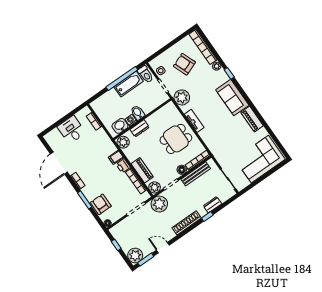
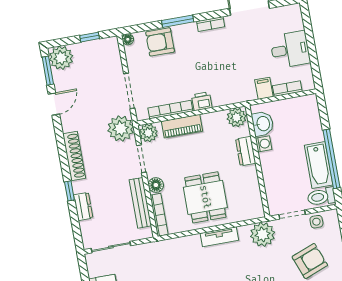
bidet: (138, 113) -> (270, 159), removed
filing cabinet: (116, 157) -> (264, 88), moved
armchair: (101, 204) -> (160, 42), turned 180

